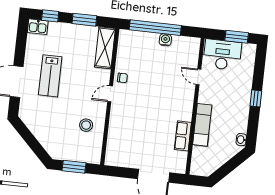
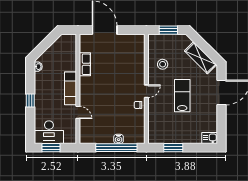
window: (50, 16) -> (201, 148), removed
water cooler: (165, 40) -> (119, 139), moved
shelving: (105, 48) -> (201, 58), moved, turned -45
desk: (222, 55) -> (49, 132), moved
lab bench: (50, 76) -> (182, 96), moved
exam couch: (202, 125) -> (71, 88), moved

